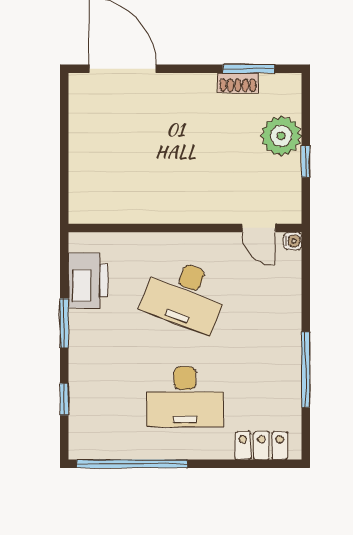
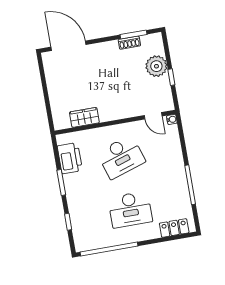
wardrobe: (129, 209) -> (84, 117), added
desk: (185, 295) -> (121, 157), turned -39

